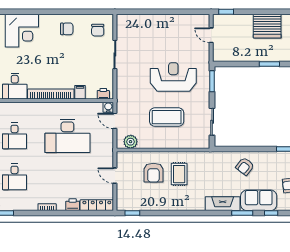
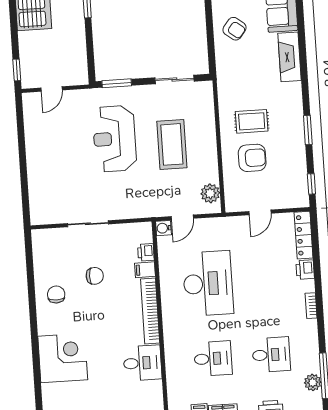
chair: (98, 30) -> (95, 276), moved
printer: (103, 94) -> (146, 252), moved
window: (242, 213) -> (308, 130), moved

